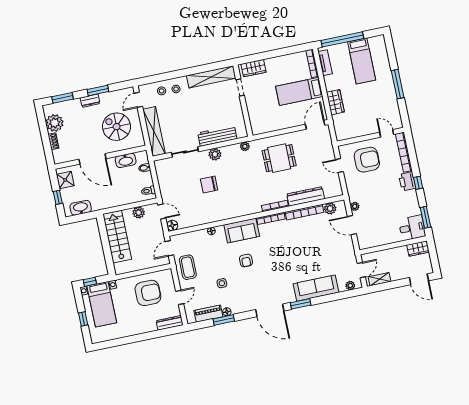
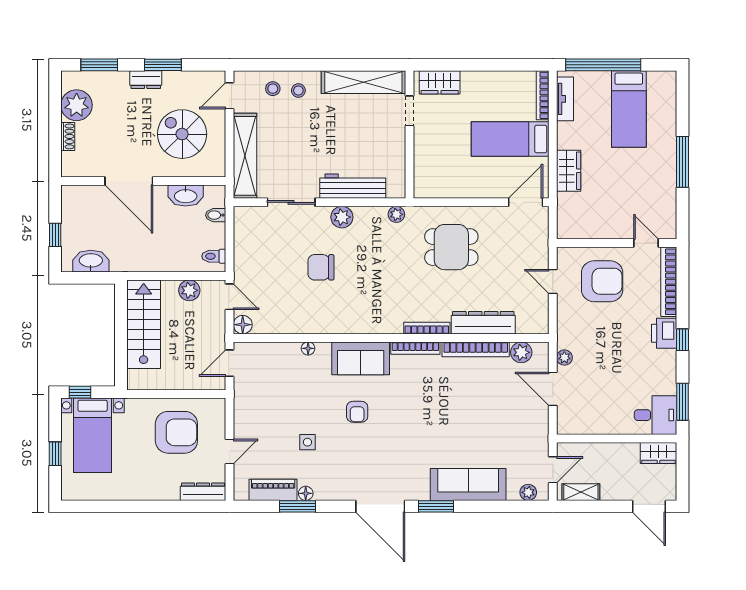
shower: (65, 180) -> (74, 208), removed
coffee table: (188, 267) -> (254, 402), removed

